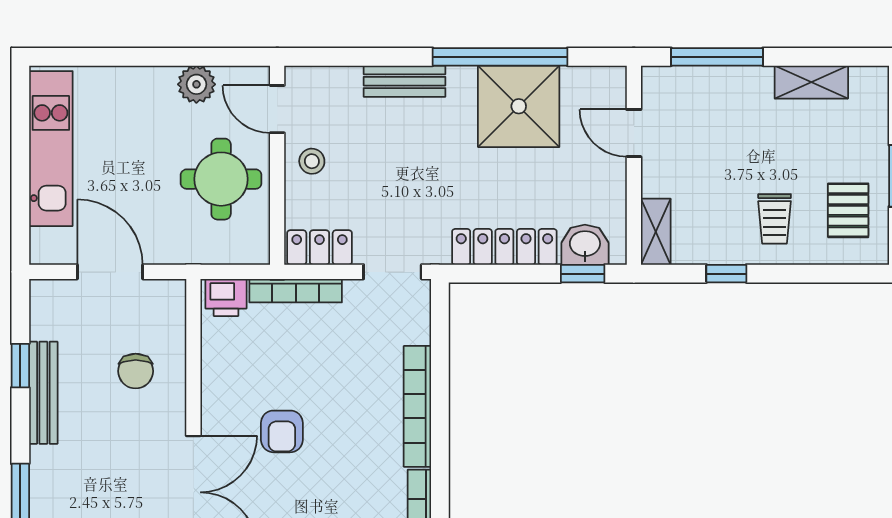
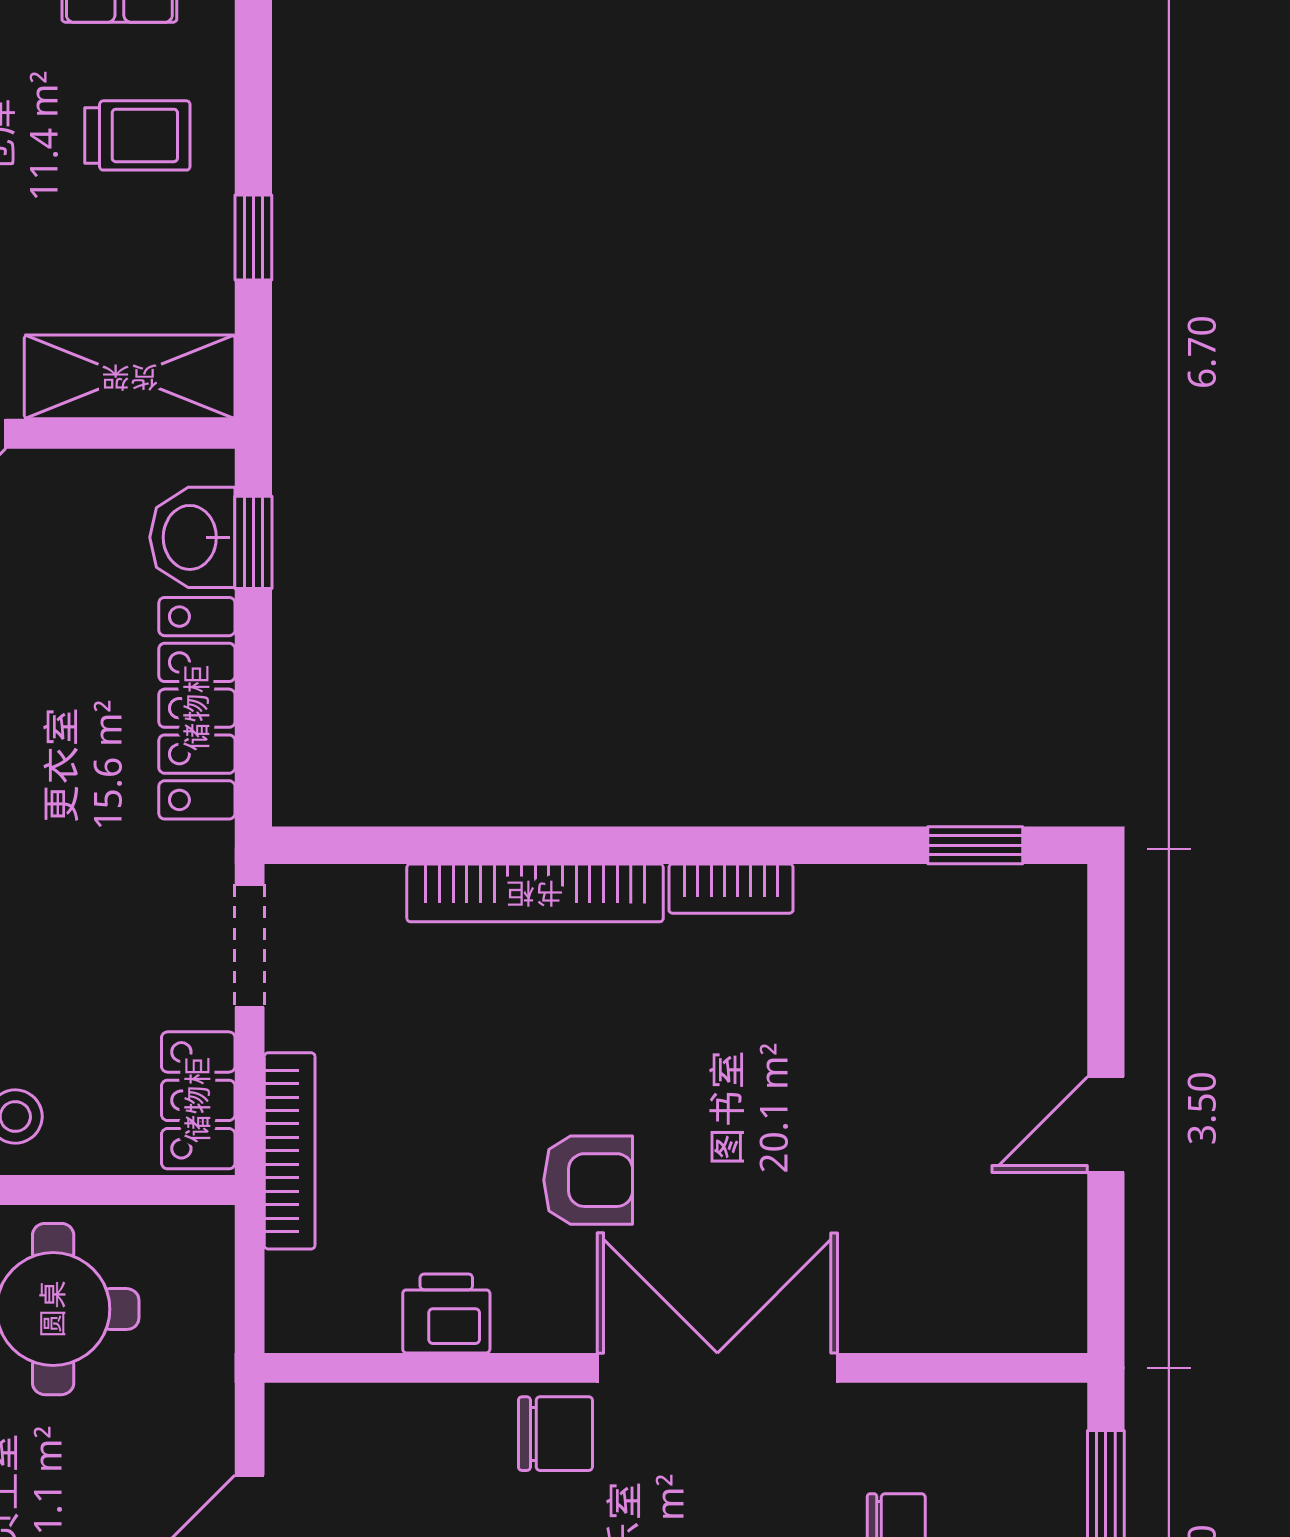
shelving: (656, 232) -> (130, 377), width x1.50, depth x1.33
printer: (226, 297) -> (446, 1313), moved, turned -90
chair: (136, 371) -> (555, 1434), moved

